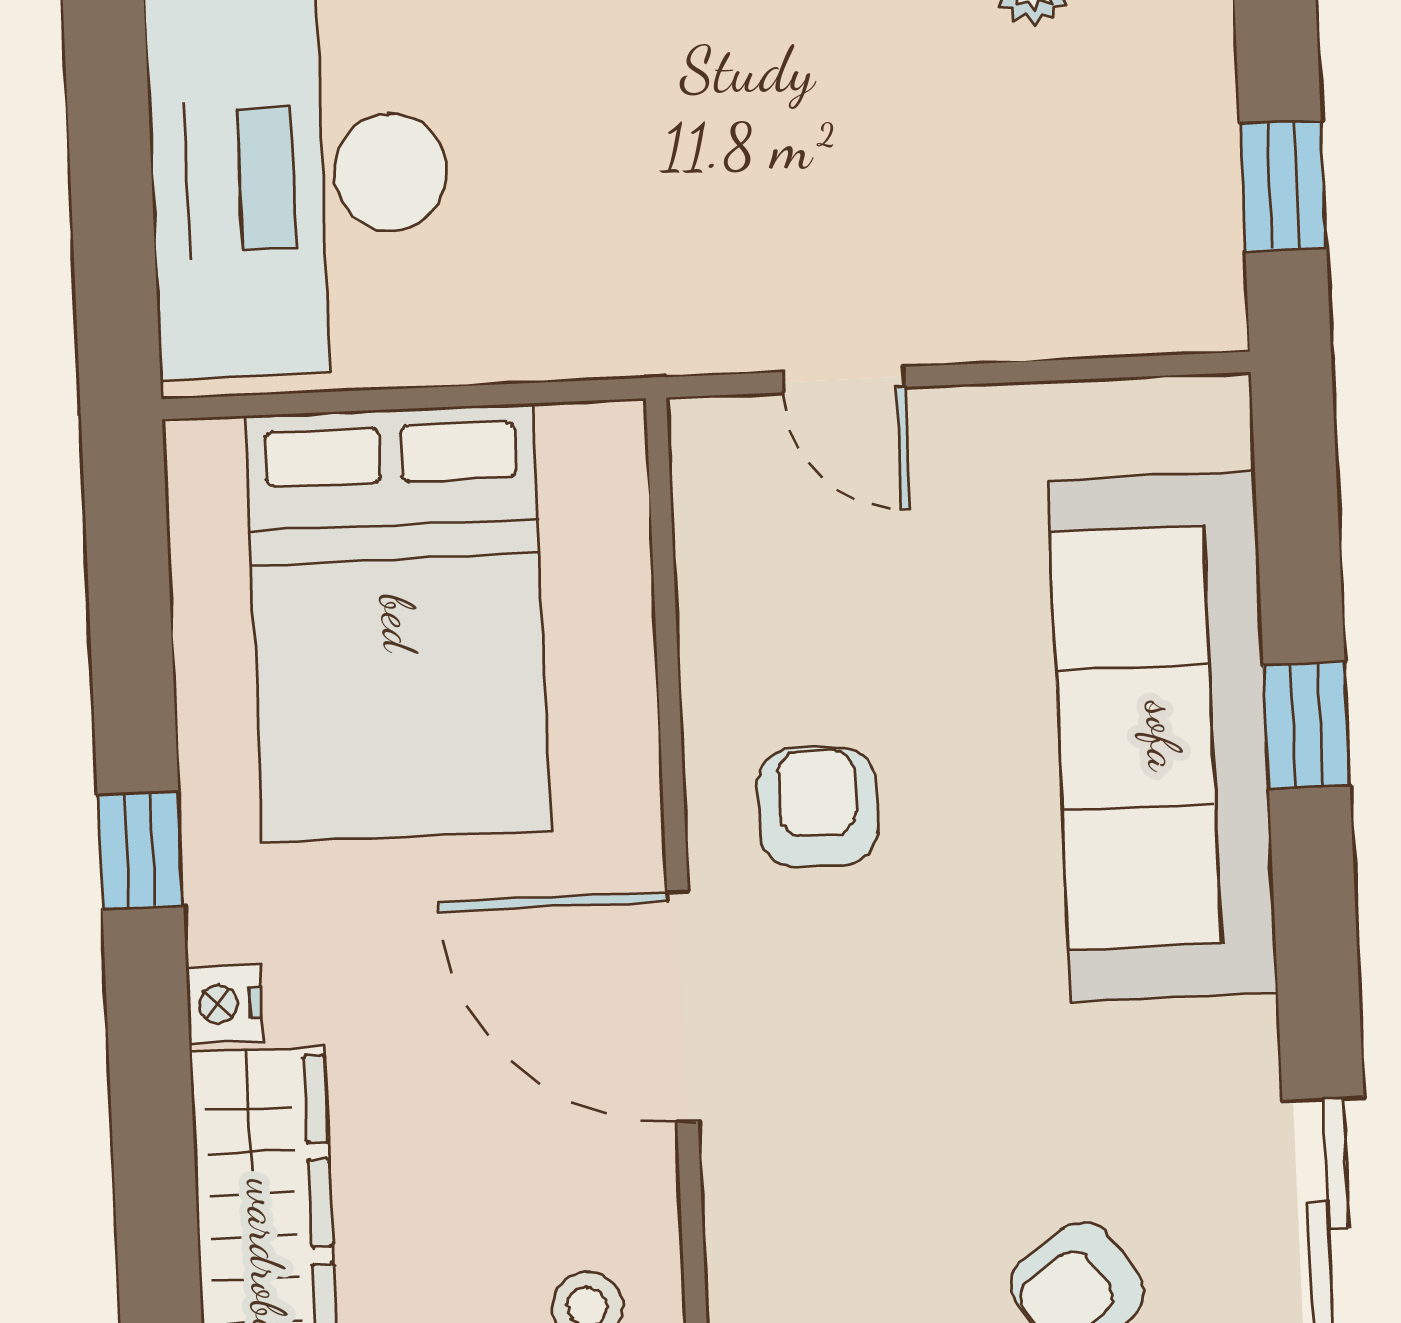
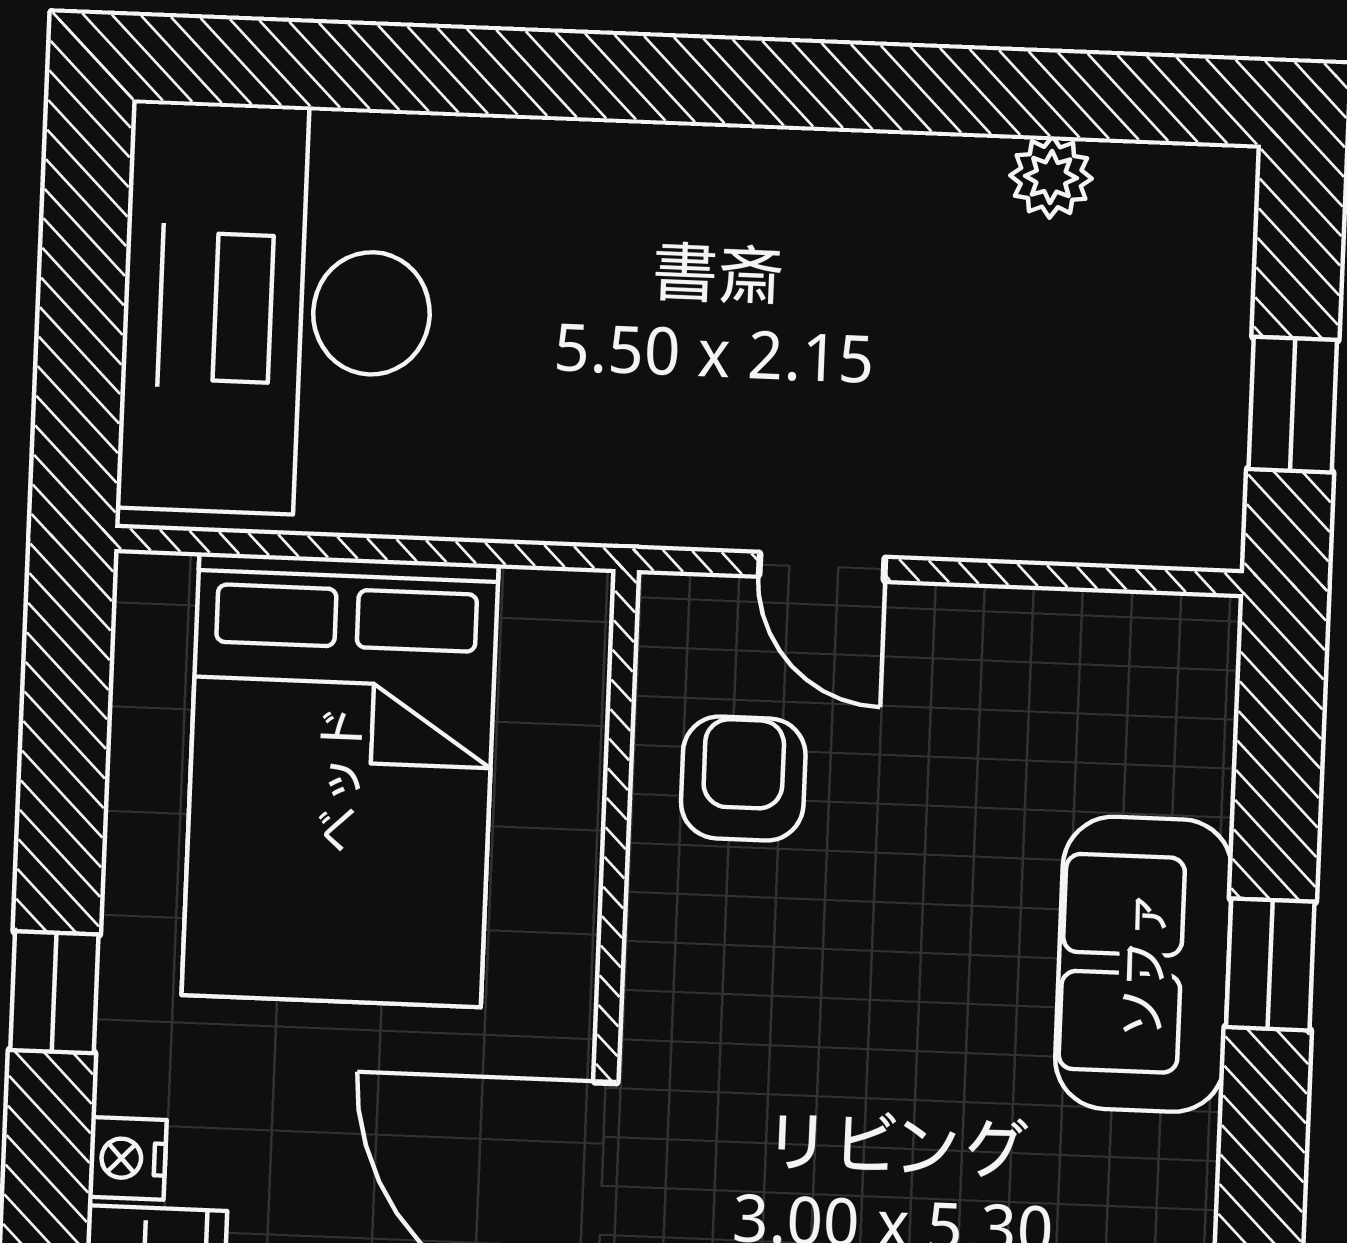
sofa: (1163, 736) -> (1144, 964), width x0.54, depth x0.79
armchair: (818, 807) -> (743, 778), moved

